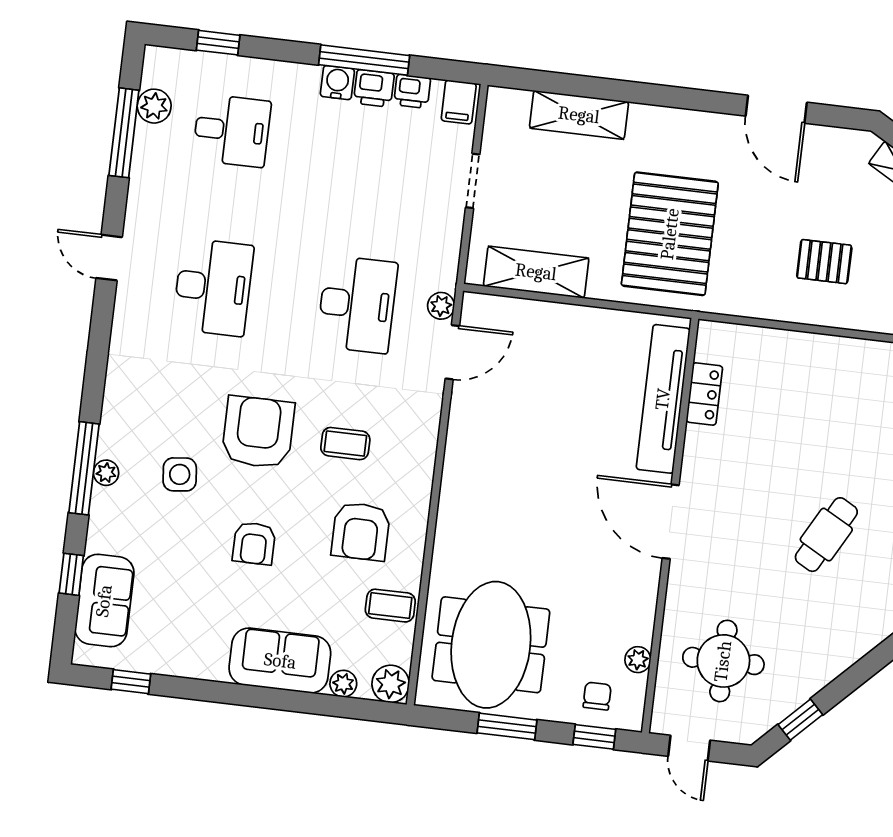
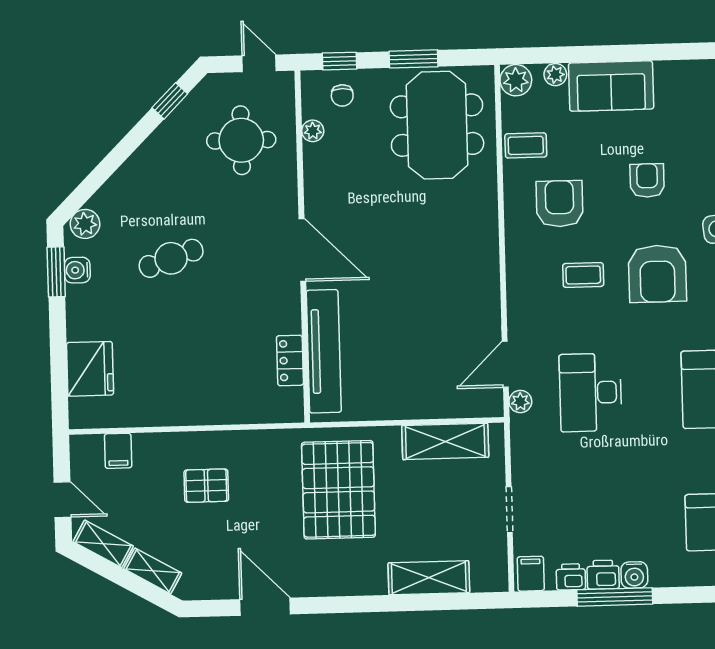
cafe table: (826, 535) -> (171, 258), turned 42

